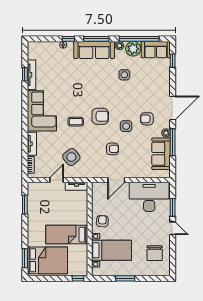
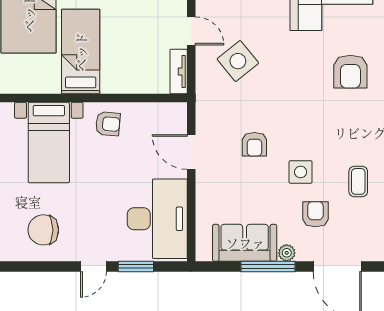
armchair: (100, 116) -> (350, 72), moved
coffee table: (76, 122) -> (358, 181), moved

